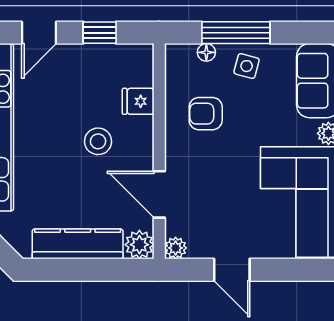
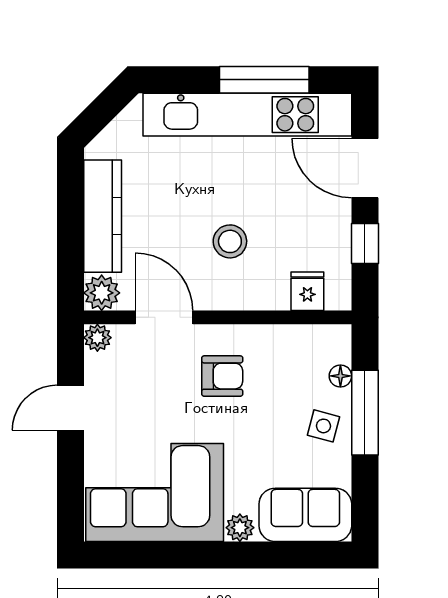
door: (39, 33) -> (365, 168), width x1.38
fridge: (138, 101) -> (307, 291), moved
armchair: (206, 114) -> (222, 376), moved, turned 90
door: (159, 194) -> (164, 317), hinge flipped

